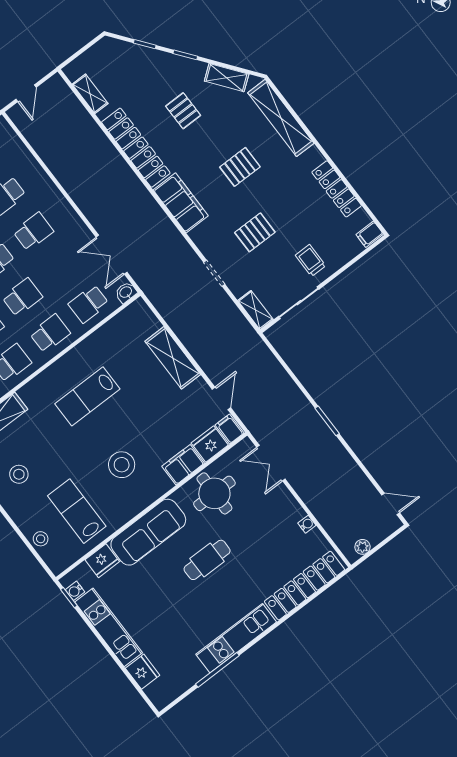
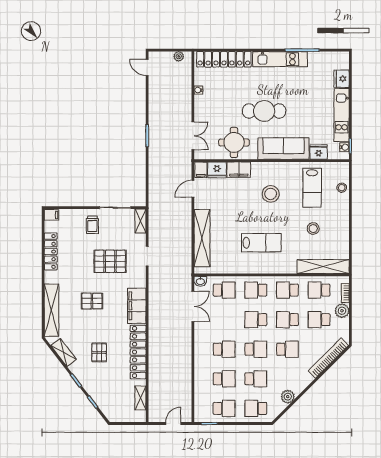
school desk: (33, 232) -> (224, 349), turned 180
pallet: (255, 232) -> (110, 261), width x1.50, depth x1.42
shelving: (173, 358) -> (202, 238), width x1.47
stool: (19, 474) -> (313, 229), moved
cafe table: (207, 560) -> (264, 111), width x1.37, depth x1.35

